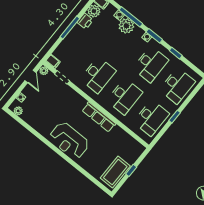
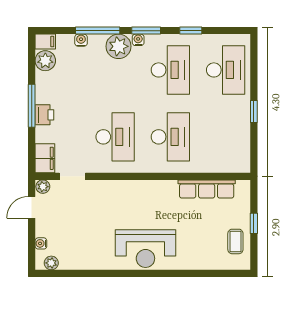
printer: (85, 21) -> (44, 115), moved
plant: (126, 26) -> (119, 46), moved
filing cabinet: (53, 61) -> (45, 158), width x2.00
door: (30, 76) -> (32, 207), swing flipped
row of seats: (99, 117) -> (207, 189), moved
desk: (151, 118) -> (226, 137), removed
coffee table: (115, 172) -> (235, 241), width x0.54, depth x0.58

